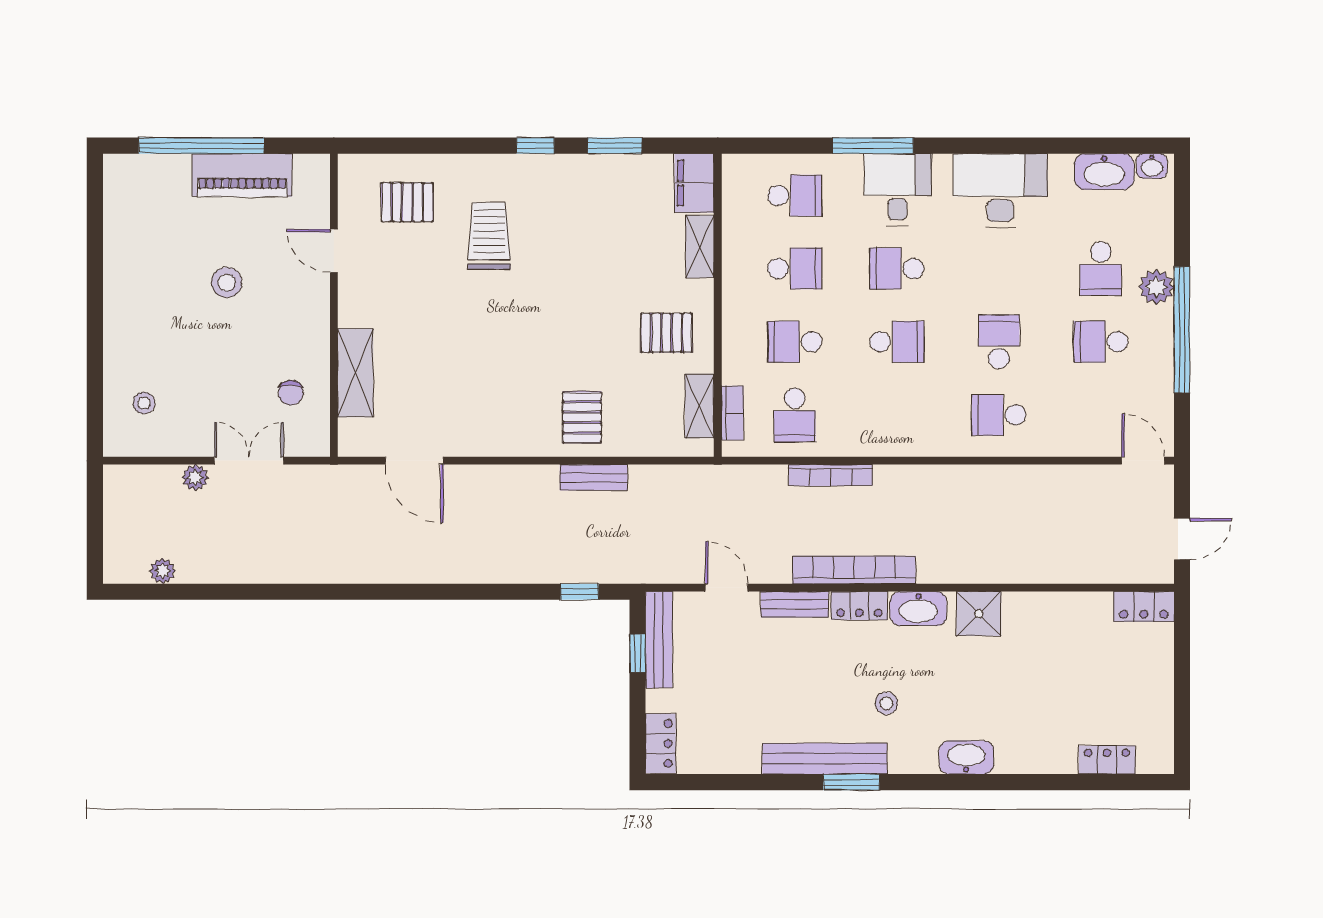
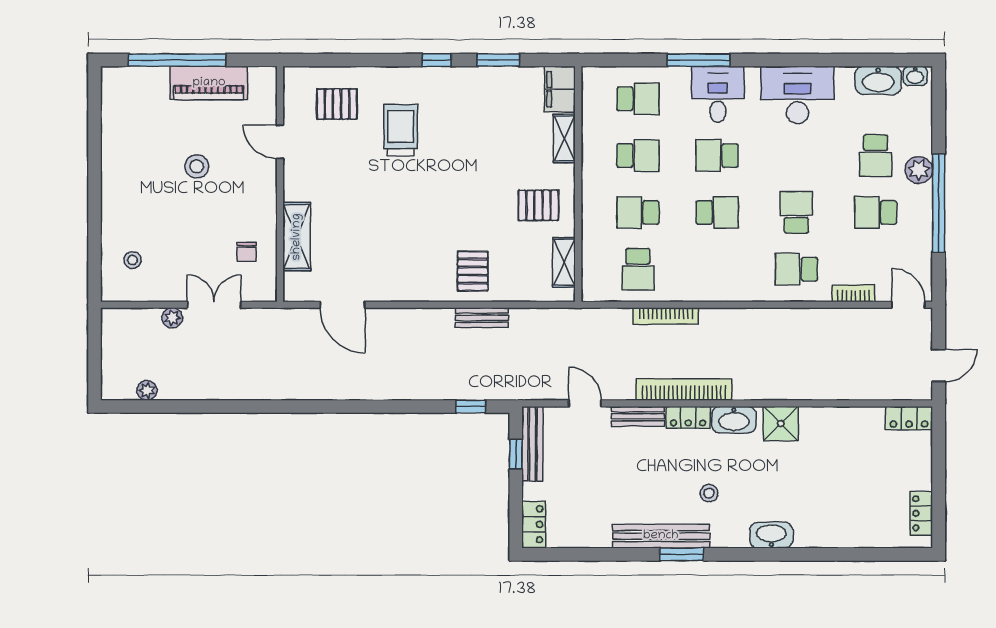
bookcase: (732, 413) -> (853, 293), moved, turned -90
locker: (1107, 760) -> (921, 513), moved, turned -90

